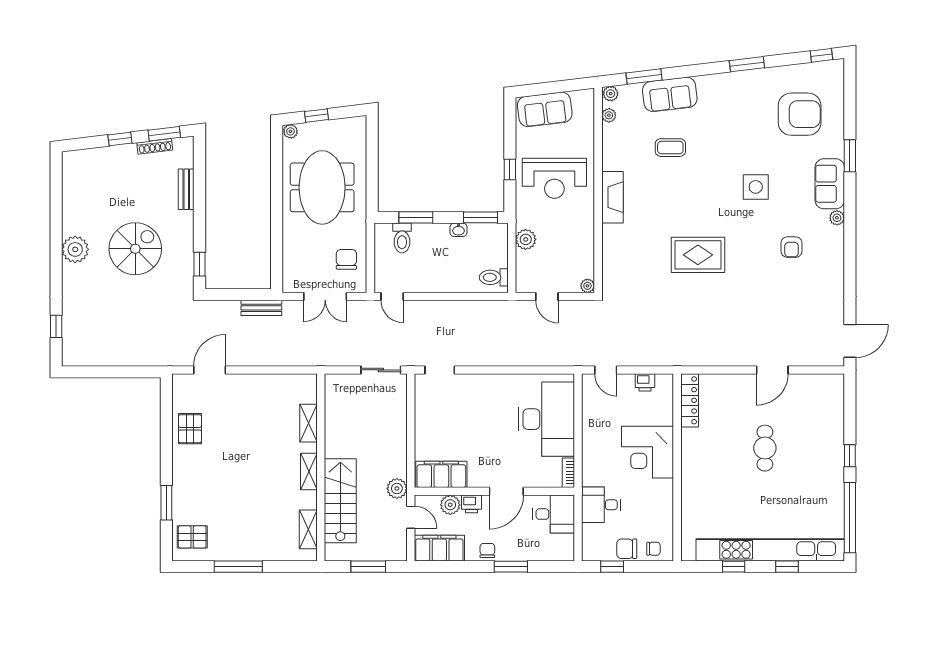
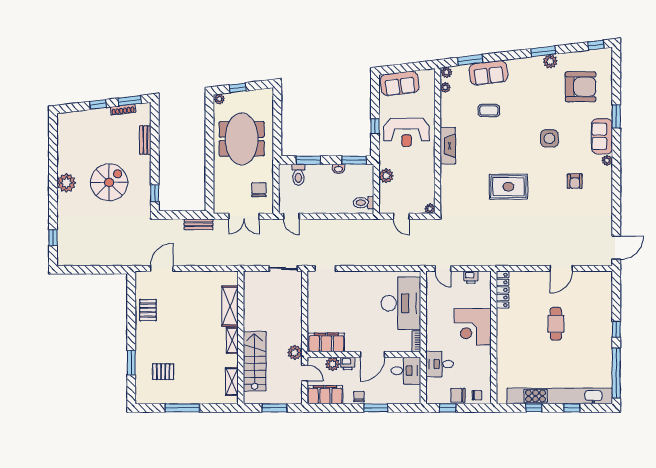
plant: (757, 78) -> (550, 61), added
shelving: (309, 423) -> (230, 306), width x1.50, depth x1.33
pallet: (192, 537) -> (163, 372), moved

